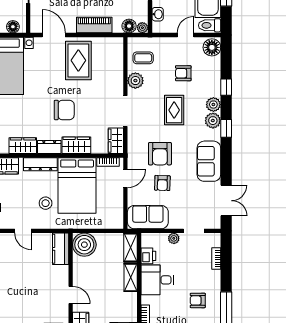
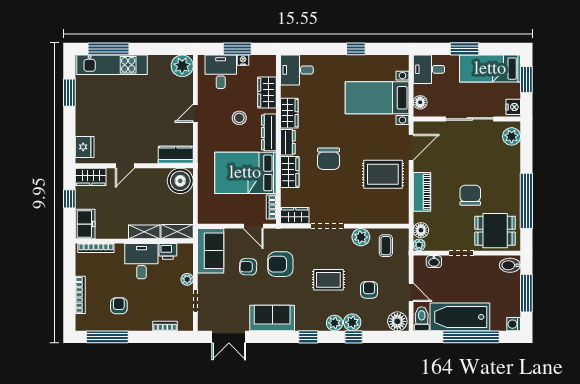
plant: (213, 121) -> (352, 322), moved
stool: (46, 203) -> (239, 118), moved

